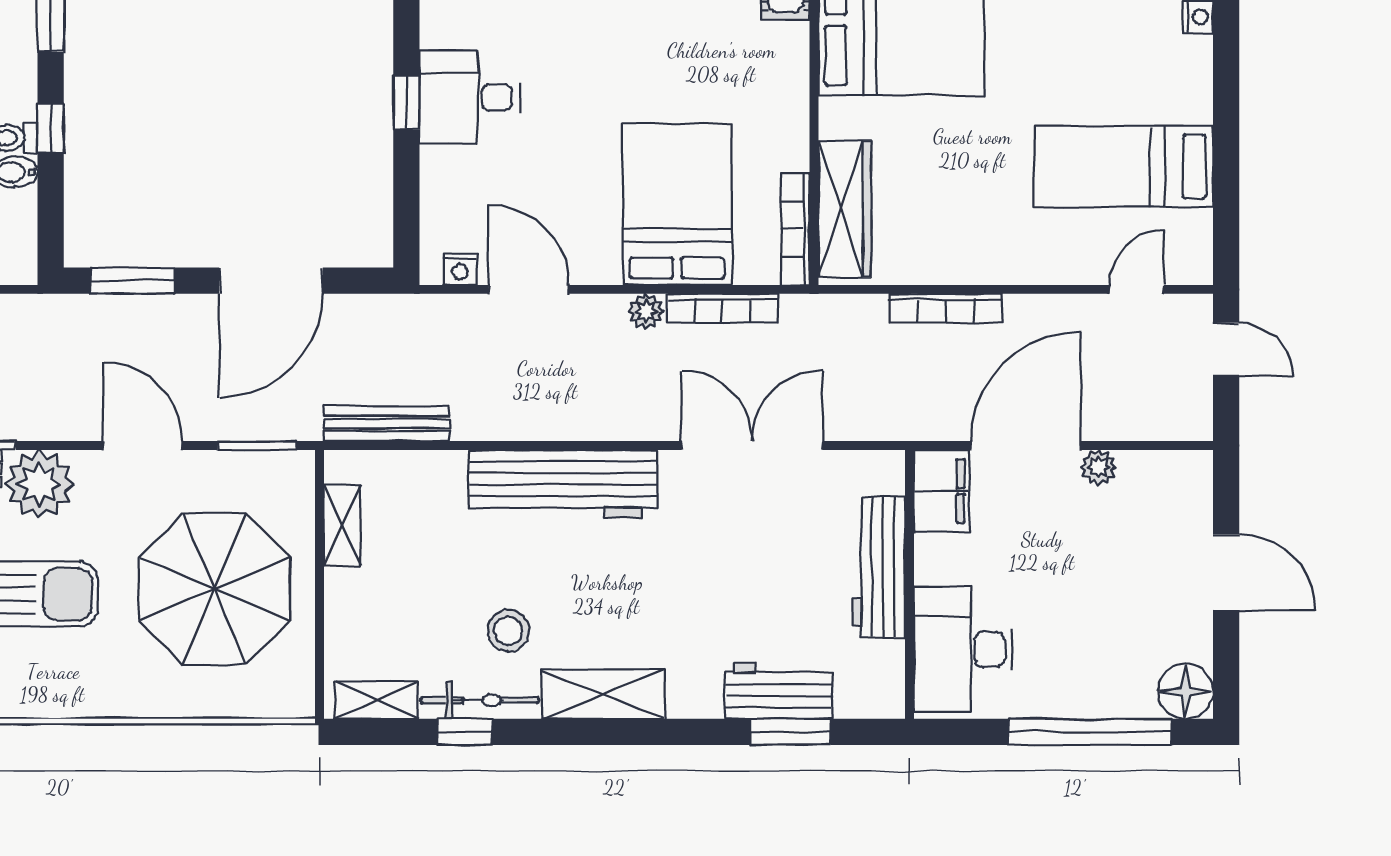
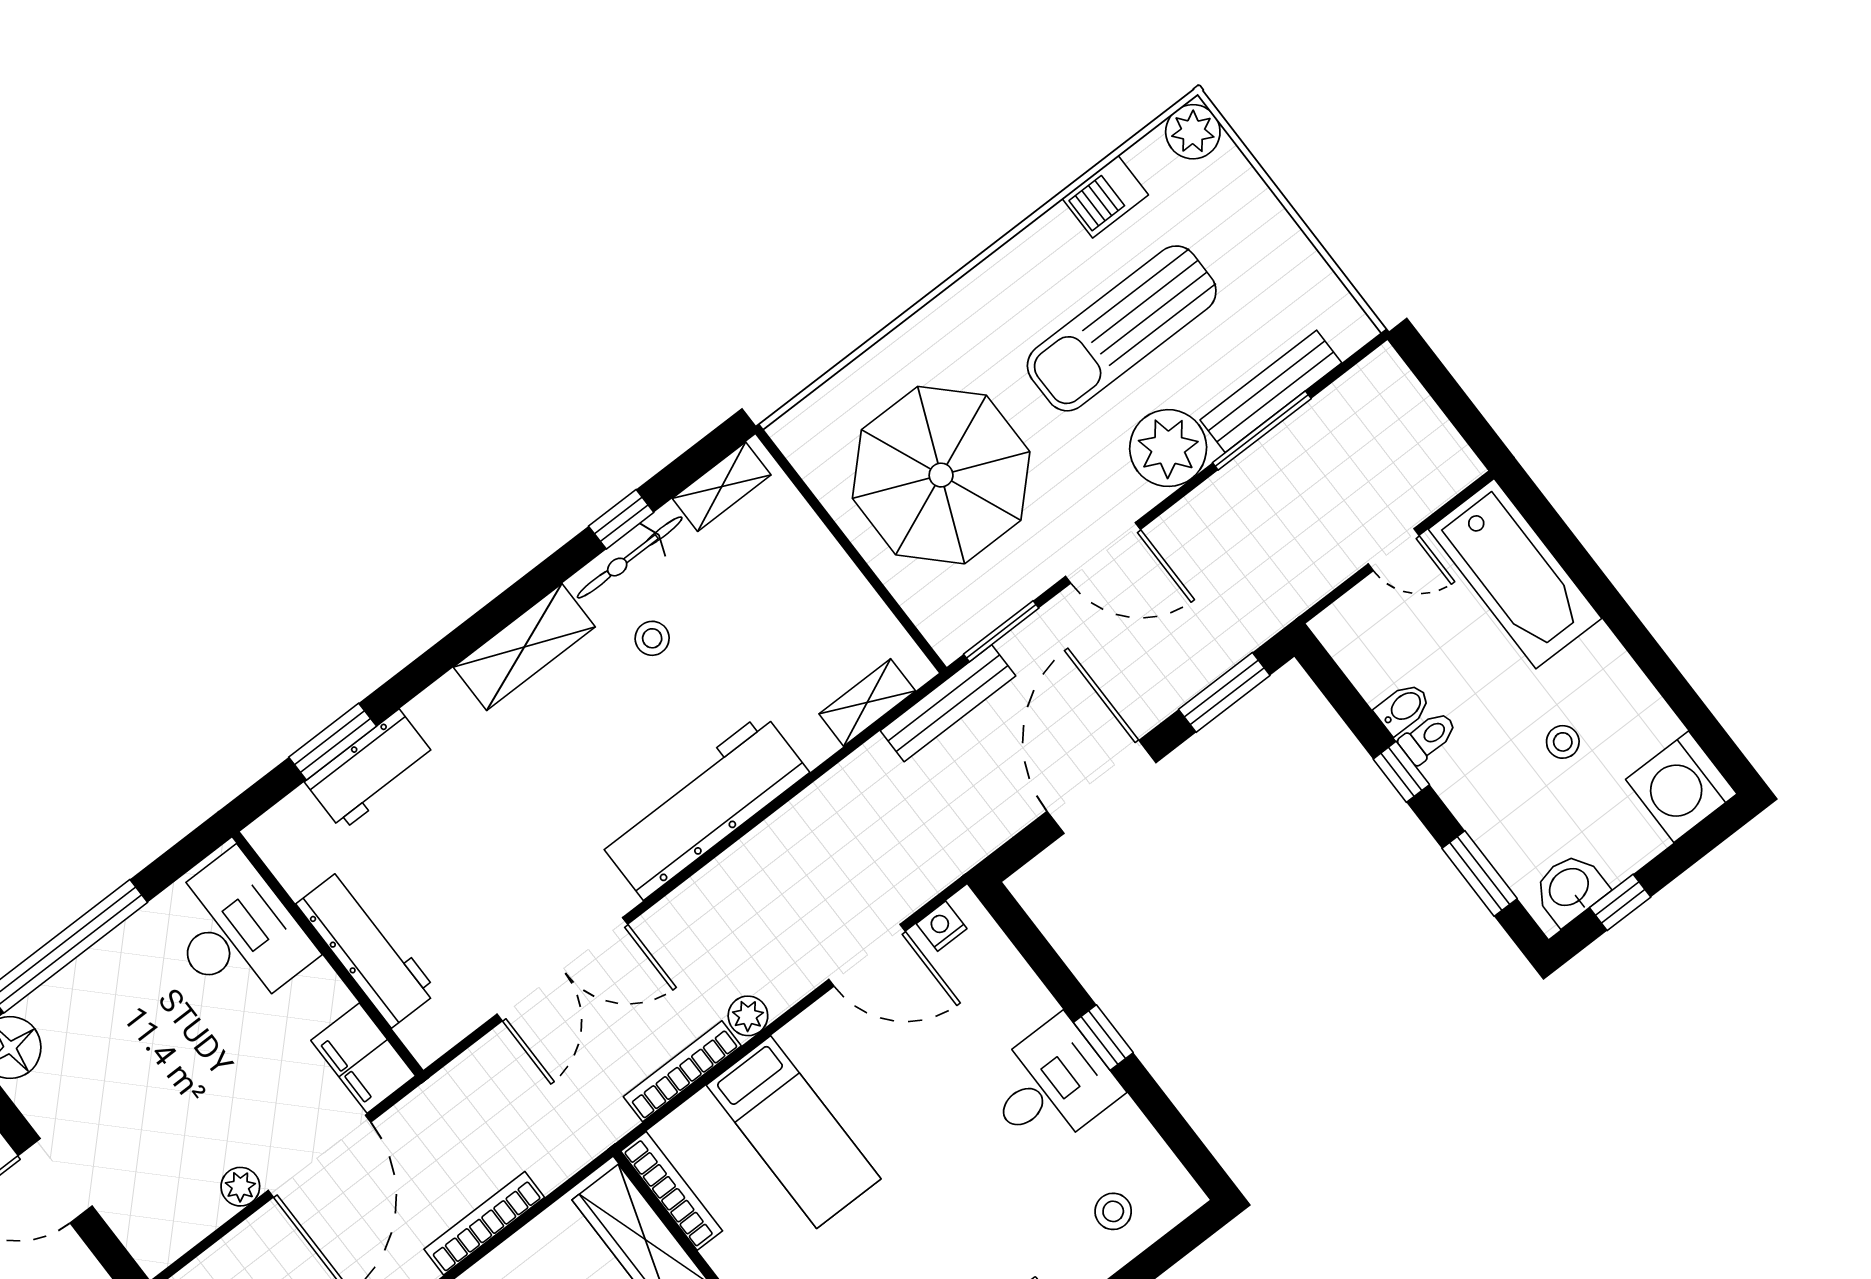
bed: (677, 204) -> (794, 1132), width x0.67
bench: (387, 424) -> (948, 703), moved
shelving: (342, 526) -> (867, 702), moved, turned 90
stool: (508, 631) -> (652, 638), width x0.73, depth x0.73

